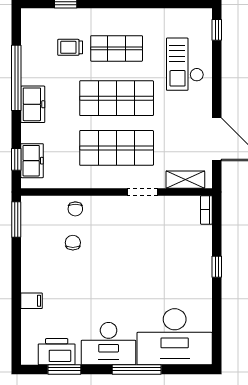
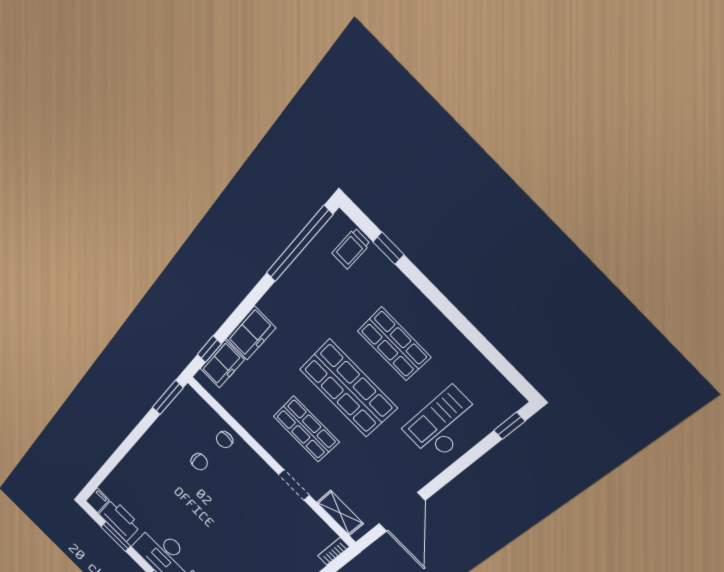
trolley: (70, 47) -> (351, 249), moved, turned -90
window: (16, 78) -> (299, 244), moved
freezer: (33, 104) -> (251, 333), moved
shop shelf: (117, 148) -> (306, 429), width x0.70, depth x0.74
chair: (73, 243) -> (199, 462), turned 90
filing cabinet: (32, 301) -> (97, 500), moved, turned -90

